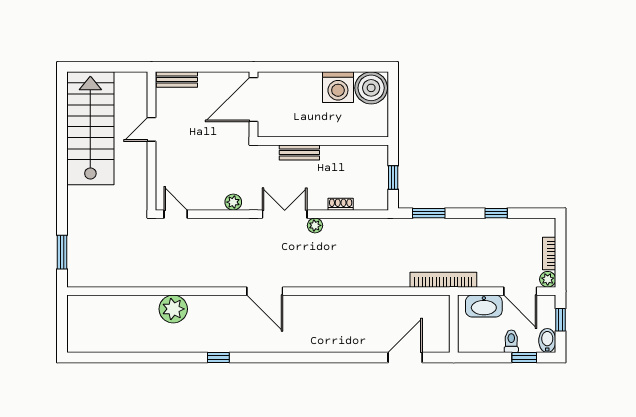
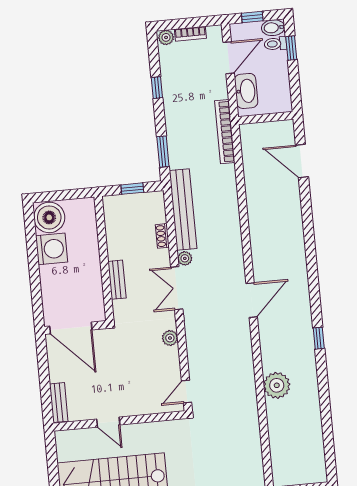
bench: (366, 228) -> (183, 210), added
plant: (548, 279) -> (166, 37), moved
toilet: (511, 341) -> (275, 44), moved

